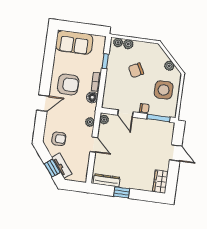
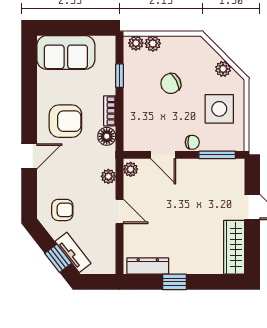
wardrobe: (160, 182) -> (234, 247), width x1.50

